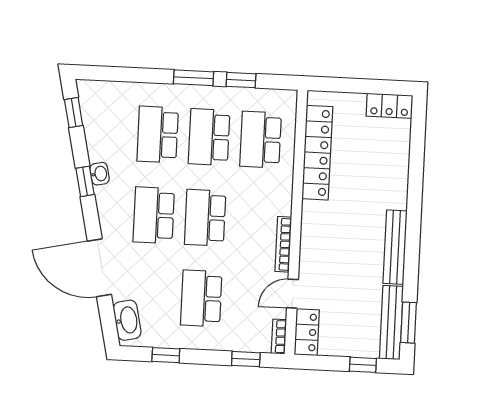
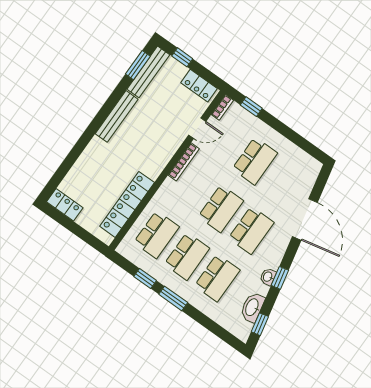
washbasin: (127, 320) -> (252, 307), moved
locker: (307, 332) -> (199, 86), moved, turned -90
window: (166, 355) -> (299, 140), removed

